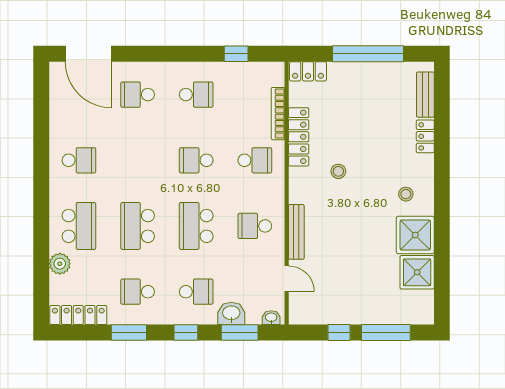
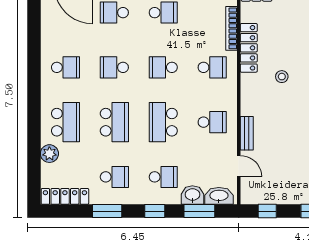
school desk: (138, 160) -> (114, 67), added
school desk: (138, 226) -> (114, 122), turned 180
school desk: (255, 226) -> (212, 122), turned 180
bench: (296, 232) -> (247, 133), width x0.73
school desk: (138, 292) -> (114, 177), turned 180
washbasin: (271, 318) -> (219, 196), width x1.91, depth x1.45
window: (339, 333) -> (267, 211), moved

